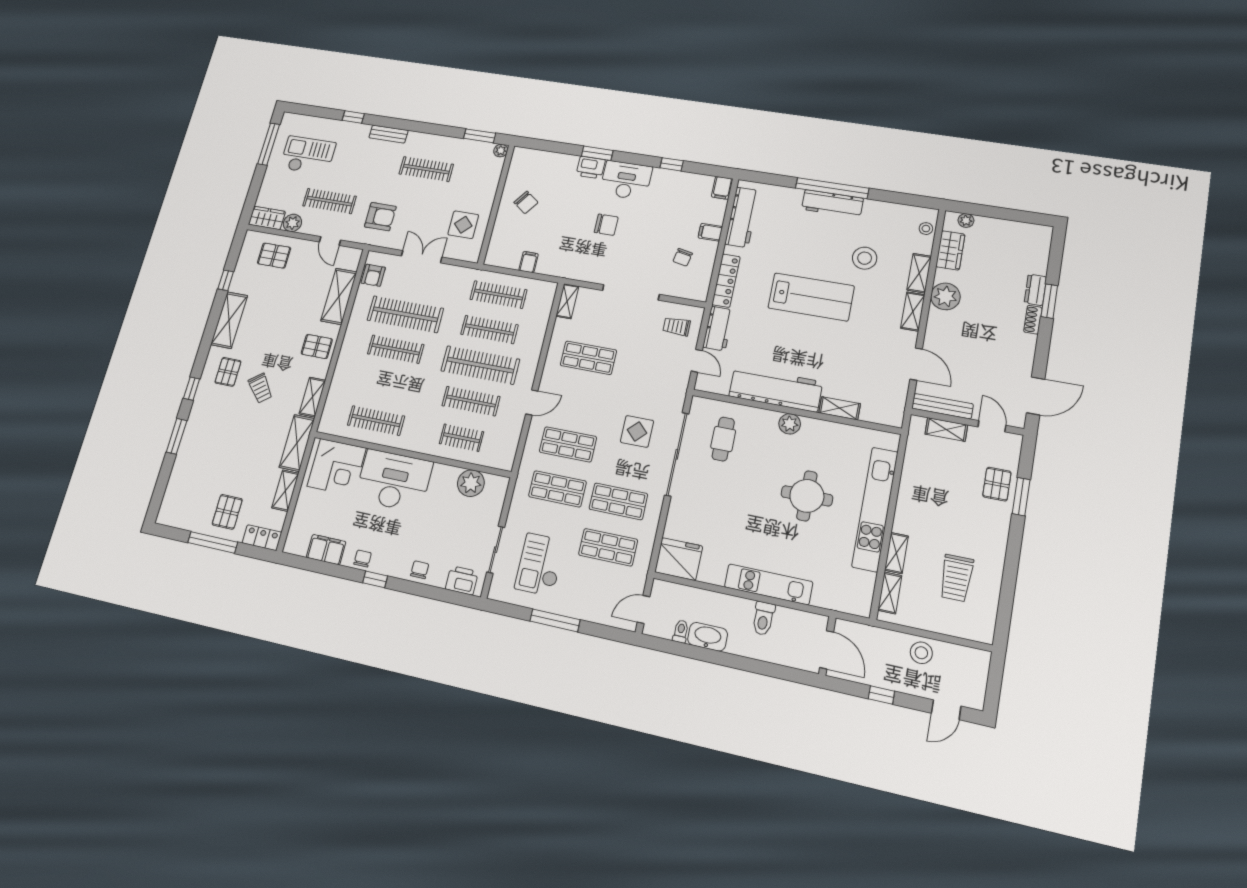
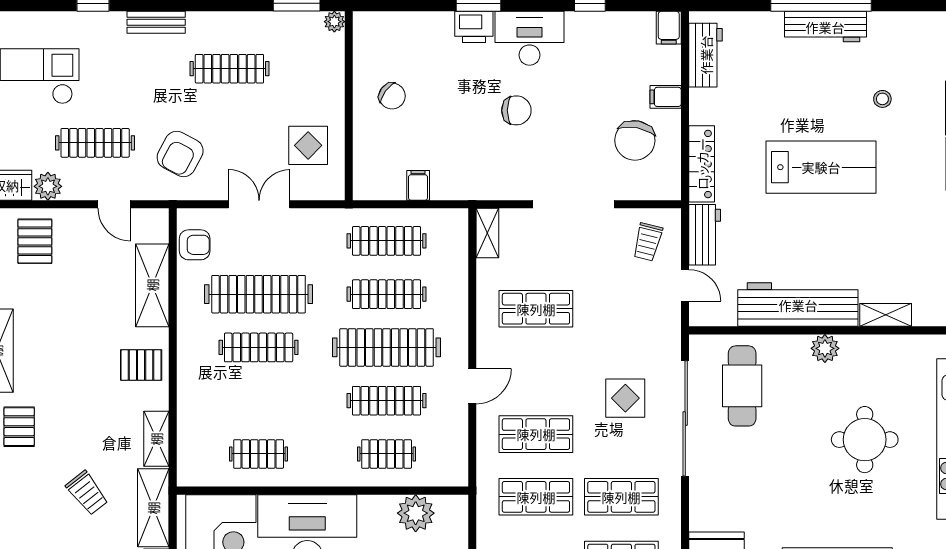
armchair: (380, 217) -> (180, 154), turned 118
workbench: (742, 217) -> (706, 55), width x0.73
pallet: (274, 256) -> (35, 241), turned 90
chair: (683, 257) -> (635, 140), width x1.87, depth x1.87
stool: (865, 258) -> (882, 99), width x0.53, depth x0.53
armchair: (373, 275) -> (195, 245), turned -90
trolley: (677, 326) -> (648, 242), turned -76
trolley: (260, 388) -> (87, 493), moved
clothes rail: (376, 421) -> (259, 454), width x0.73
cafe table: (723, 439) -> (742, 386), width x1.37, depth x1.35

